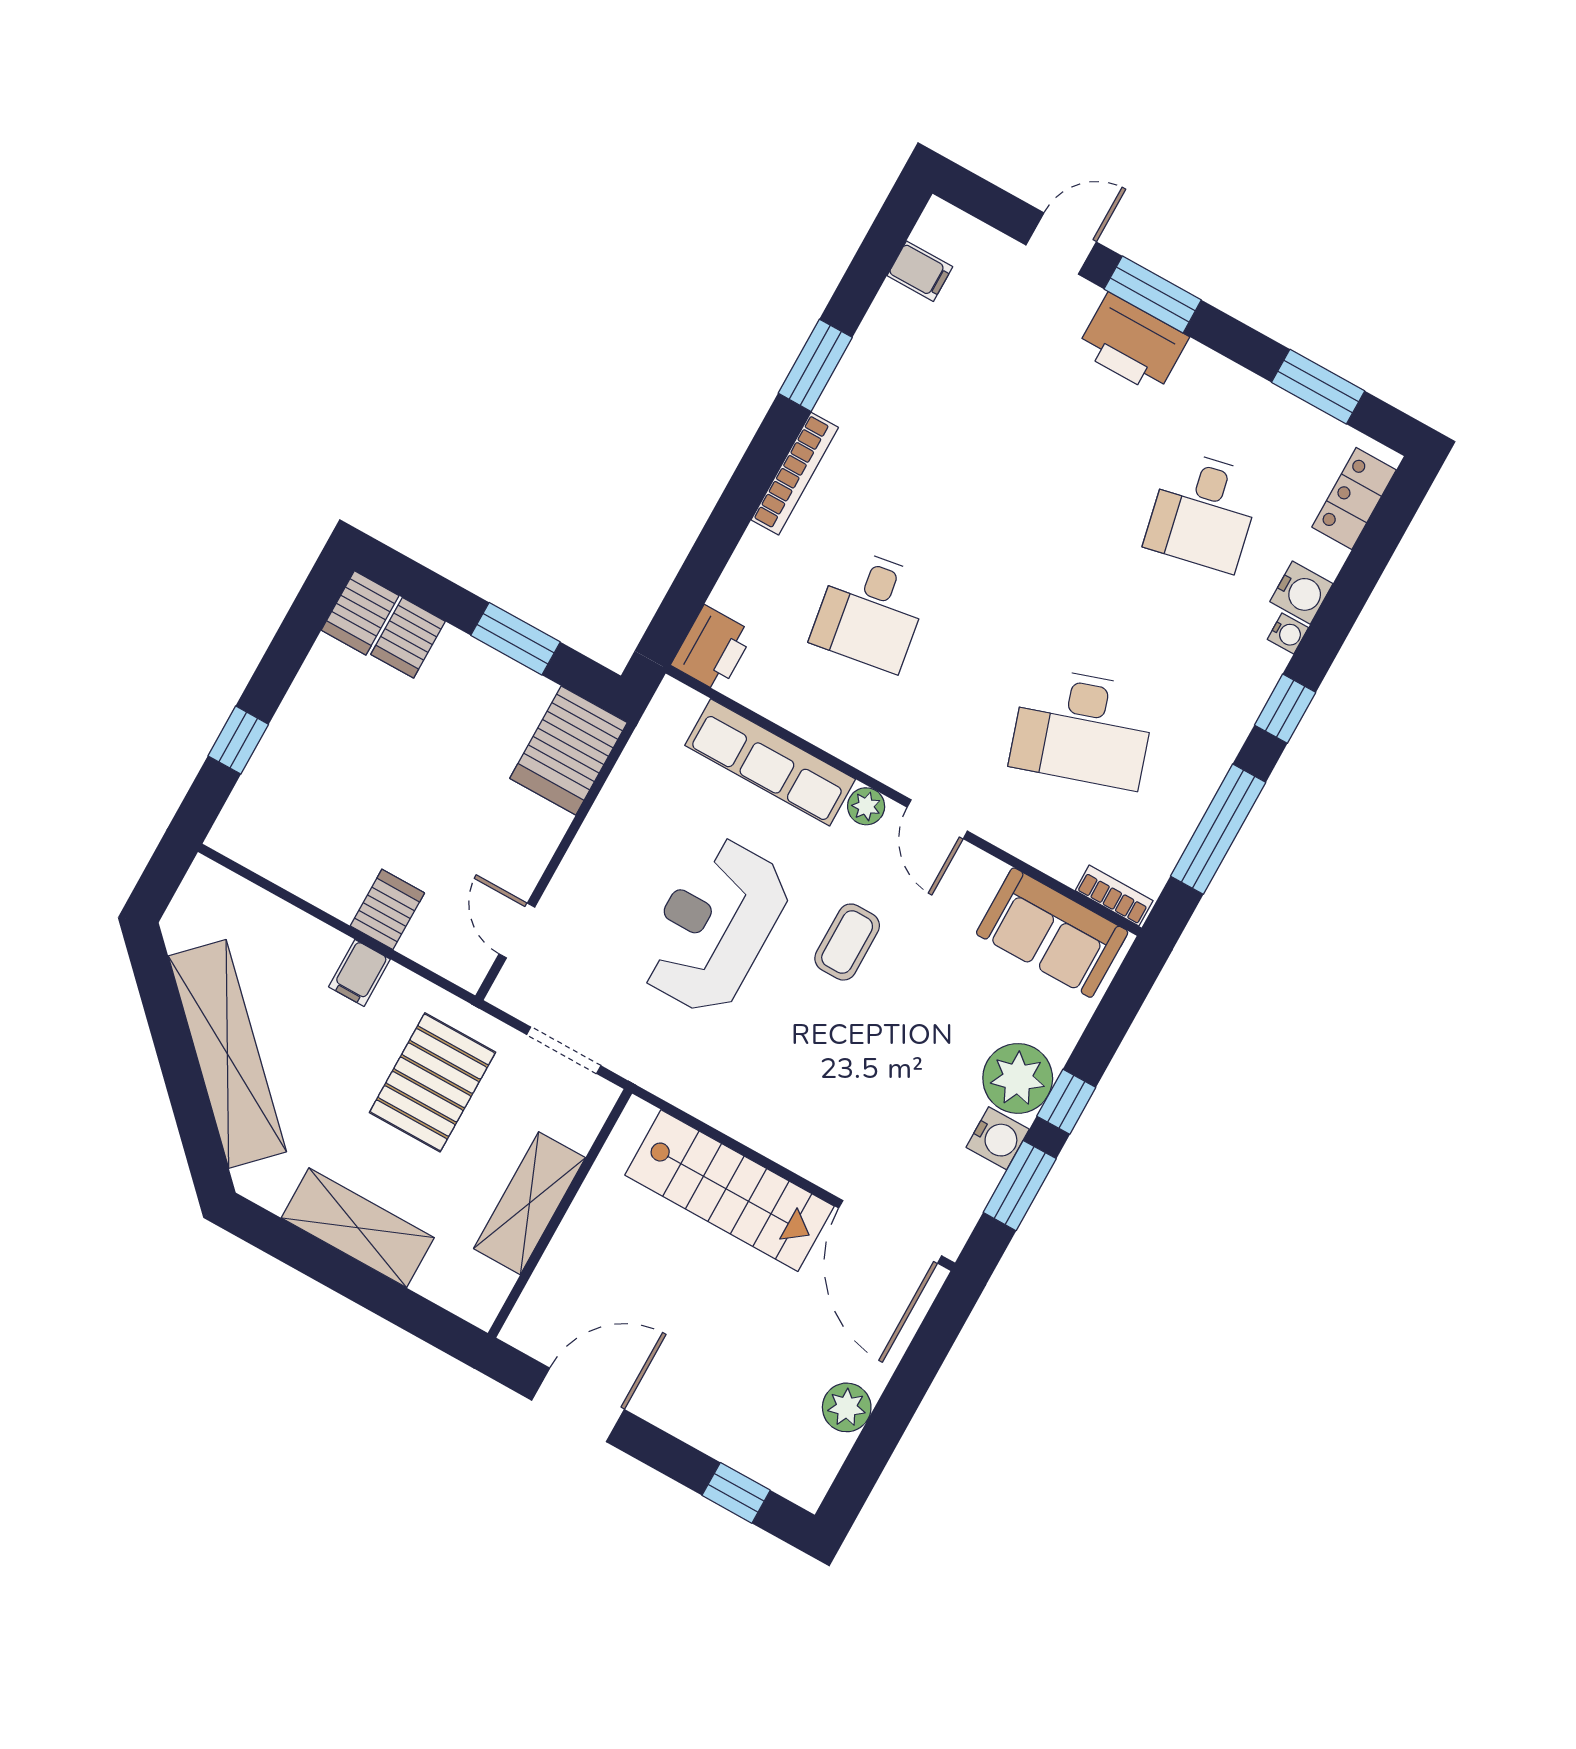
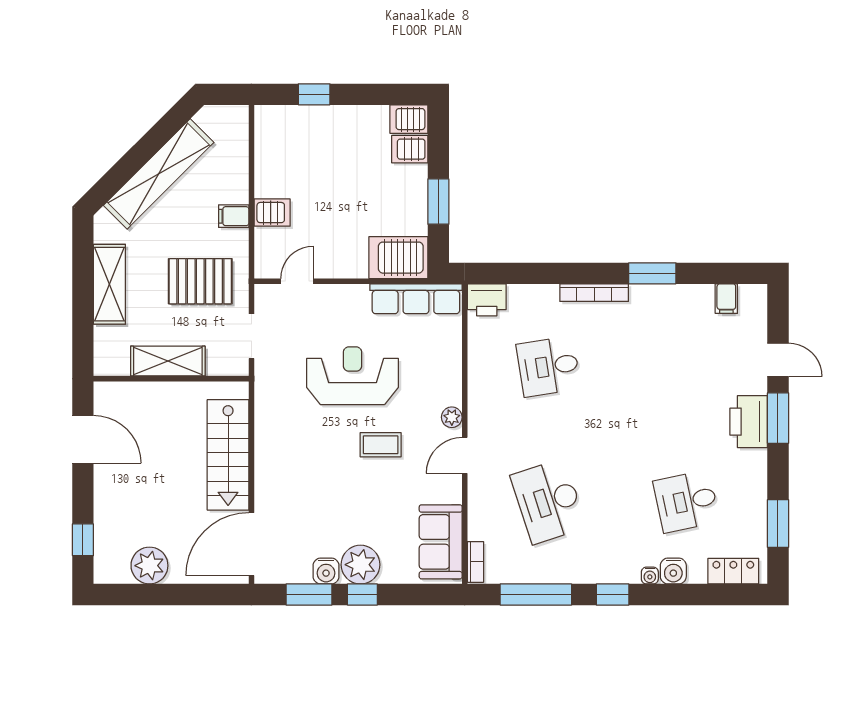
row of seats: (770, 762) -> (416, 299), moved, turned -90
plant: (847, 1407) -> (149, 566), width x1.36, depth x1.36

